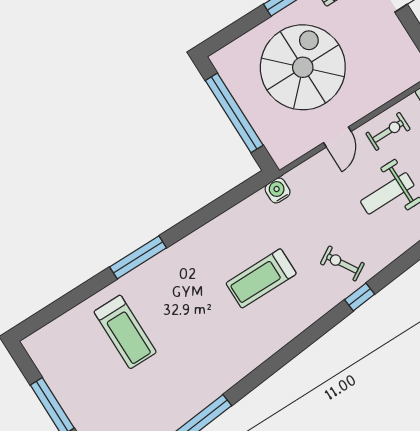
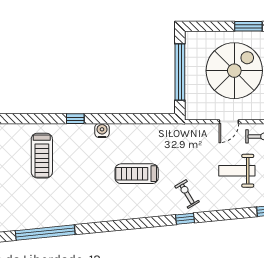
water cooler: (278, 190) -> (102, 130), moved
window: (138, 257) -> (75, 119), width x0.46

